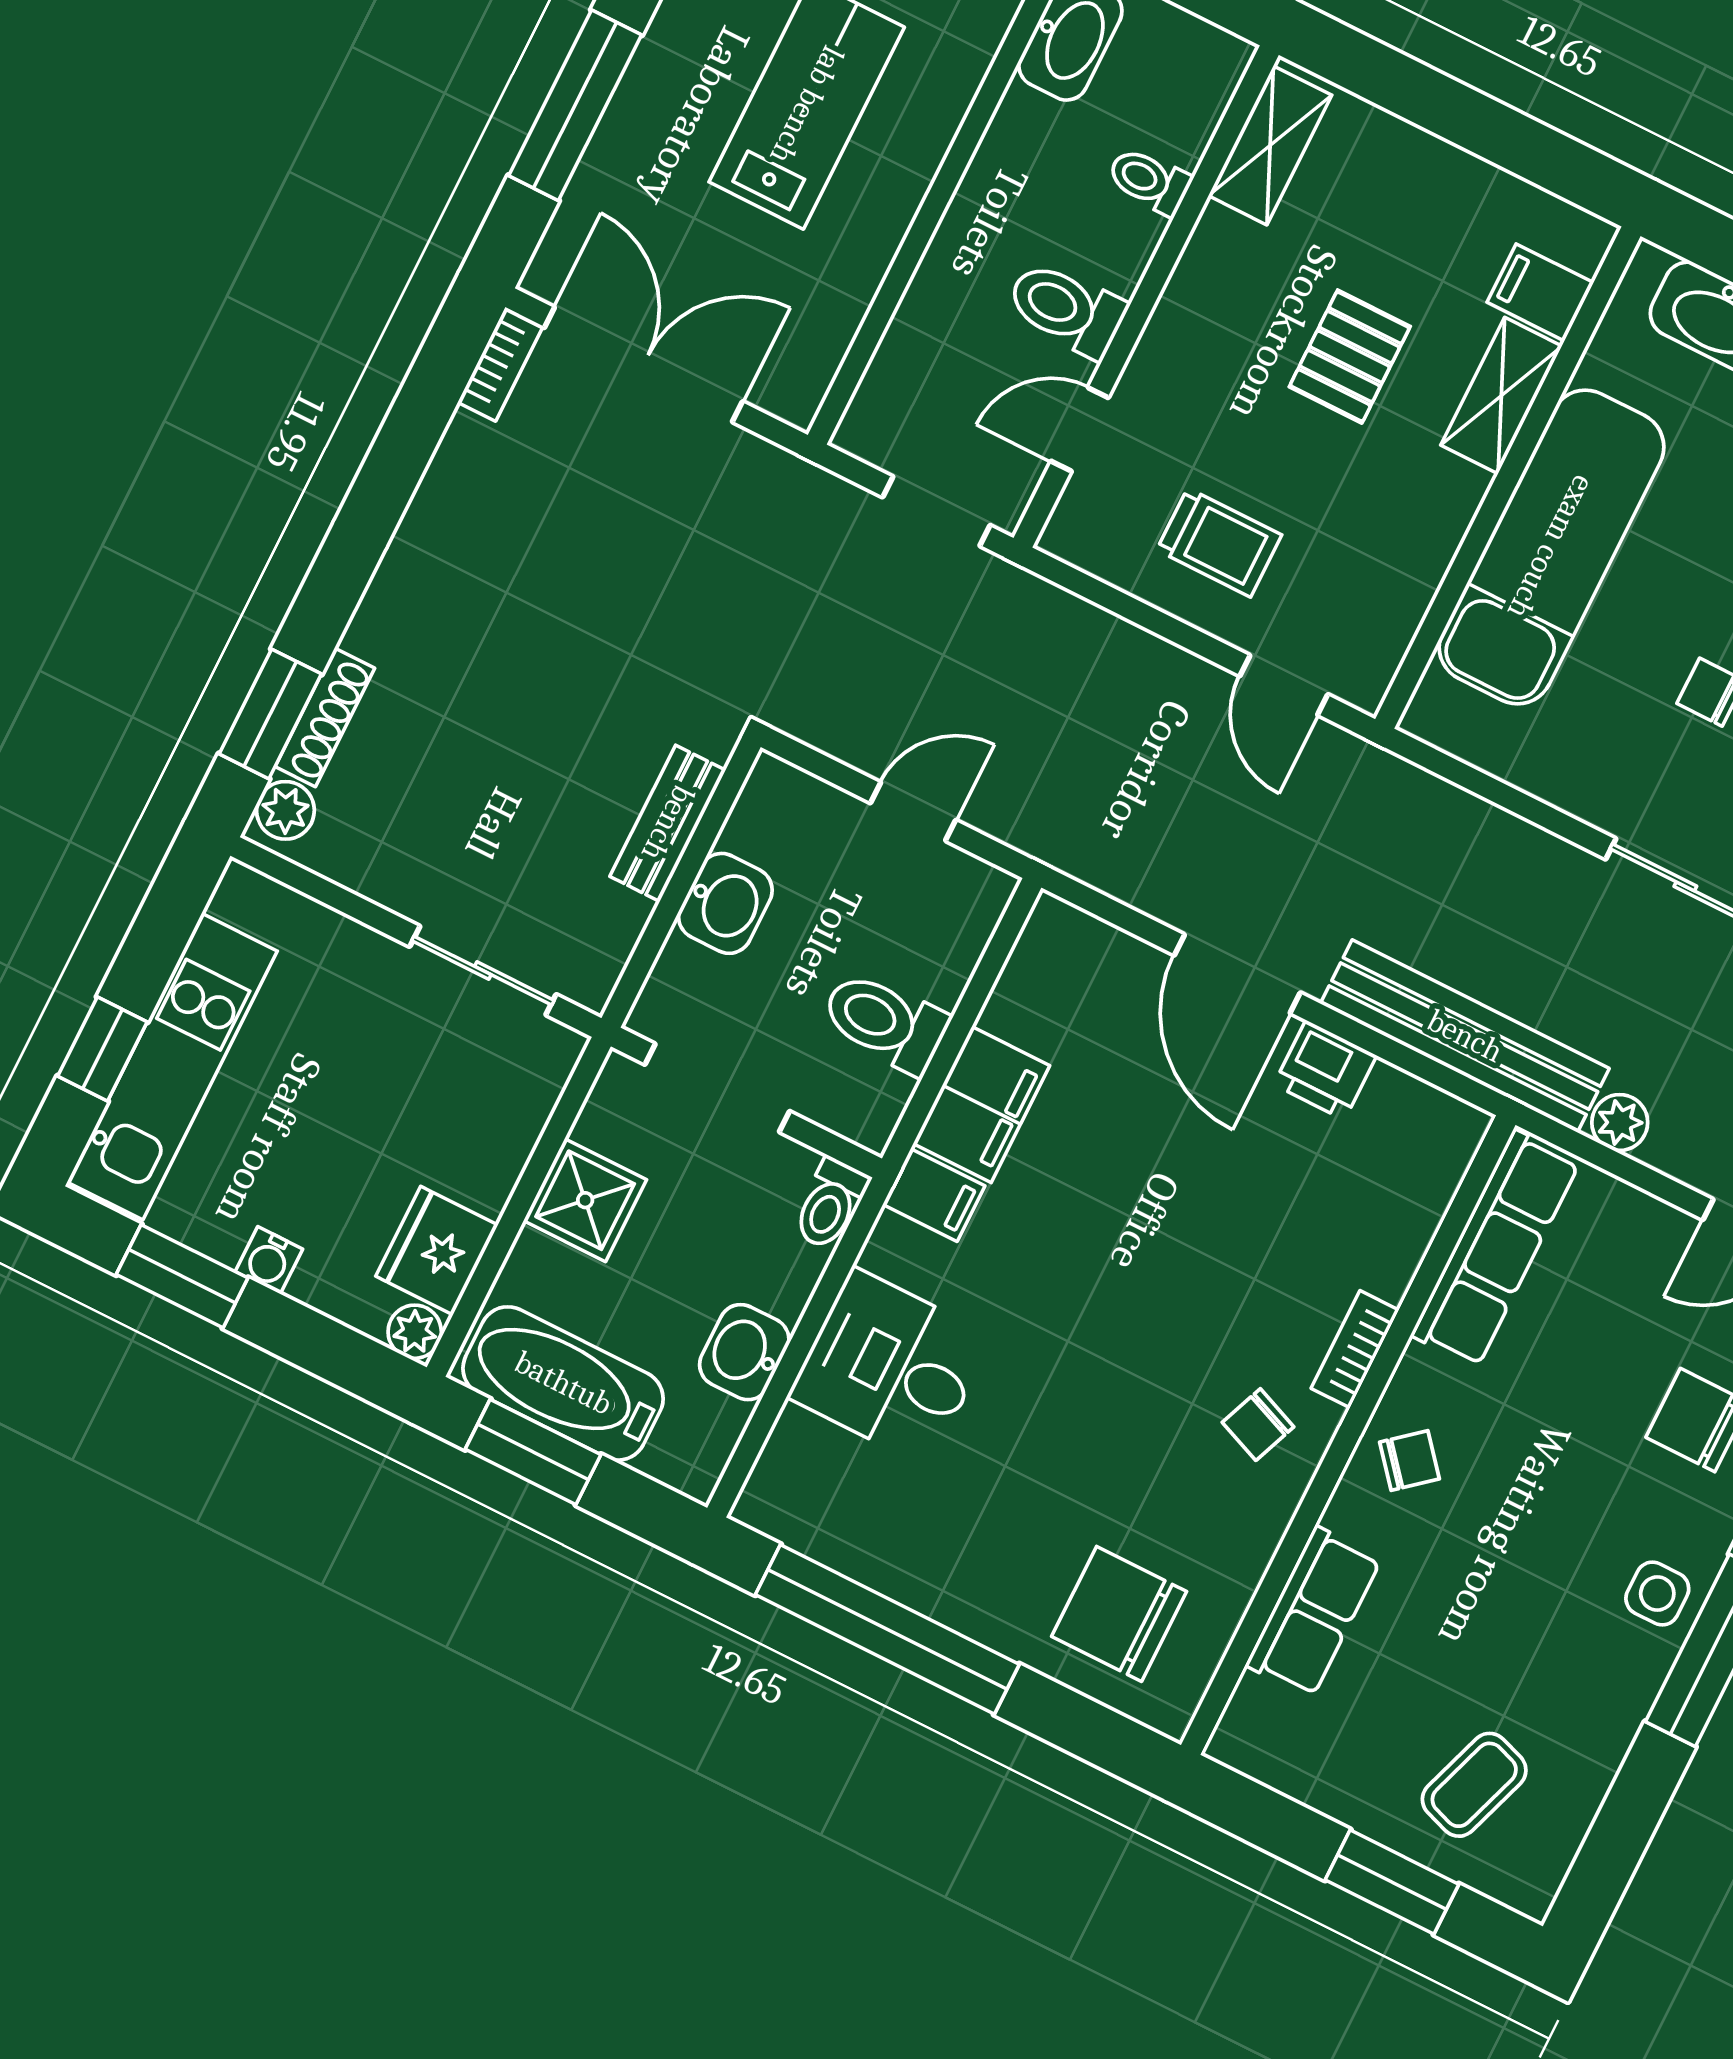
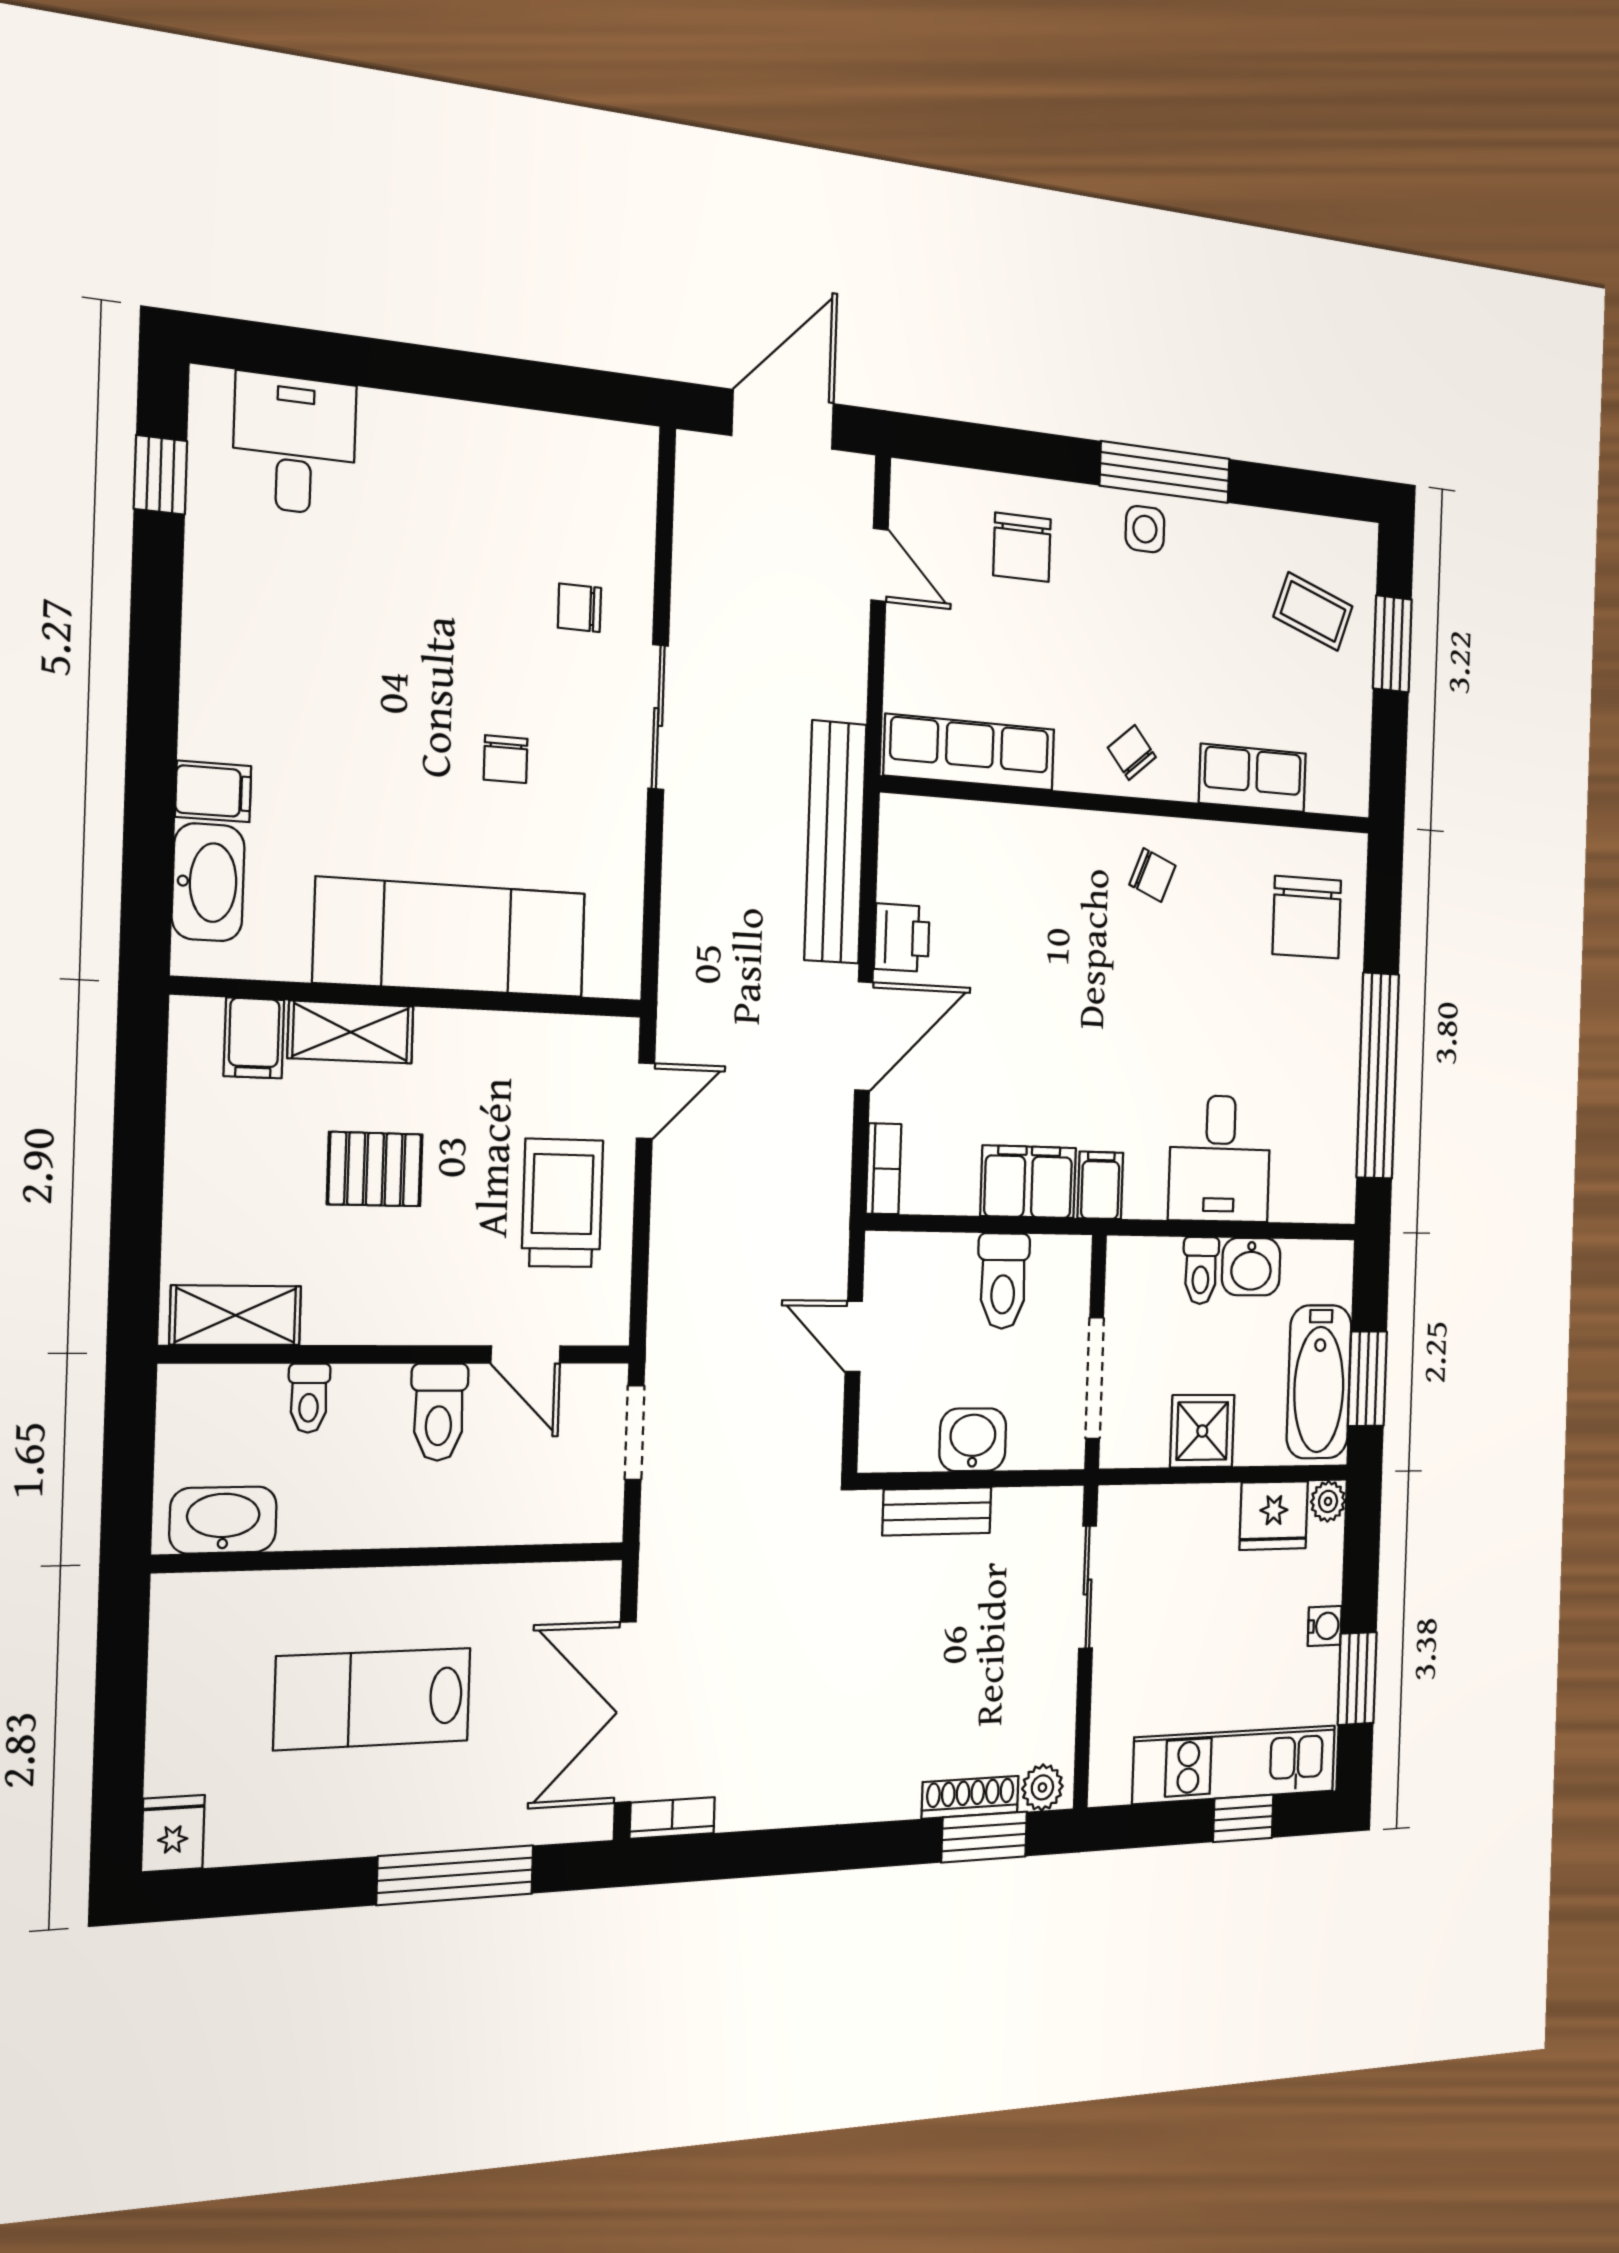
trolley: (1219, 542) -> (562, 1203), width x1.36, depth x1.39
plant: (1620, 1122) -> (846, 695), removed
toilet: (830, 1204) -> (1201, 1271), moved, turned 90
bookcase: (1355, 1349) -> (884, 1169), moved, turned -90

